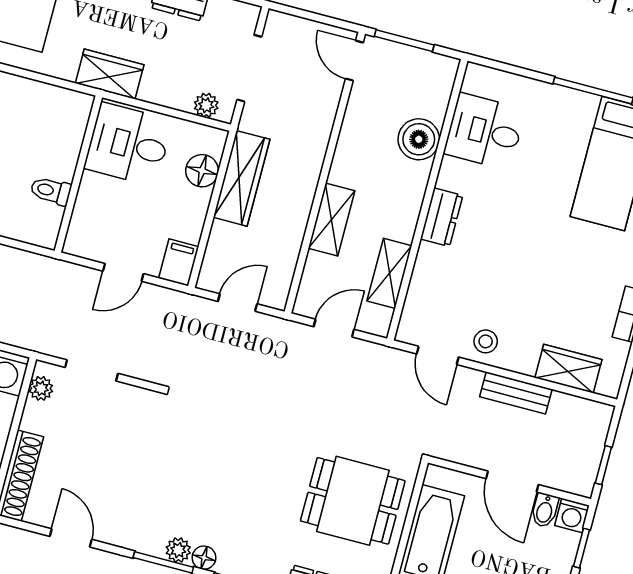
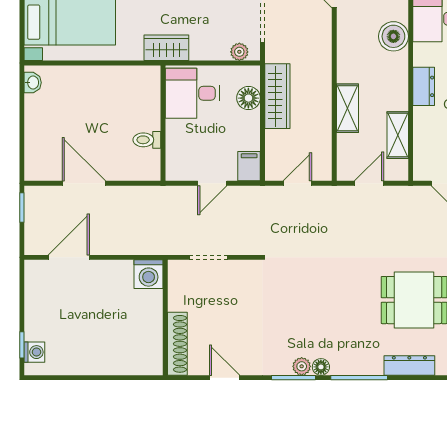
plant: (41, 388) -> (176, 279), removed

